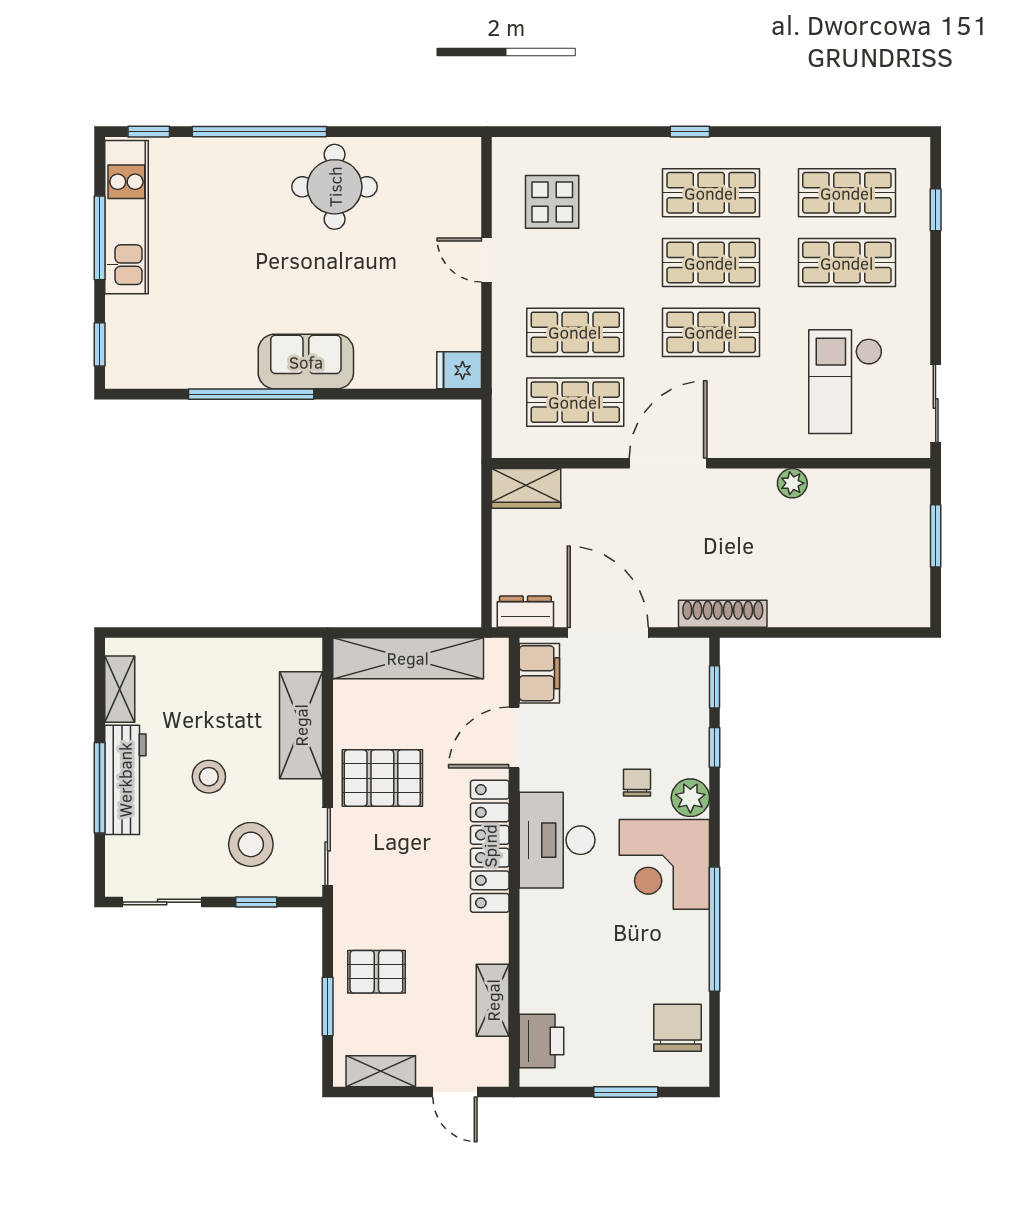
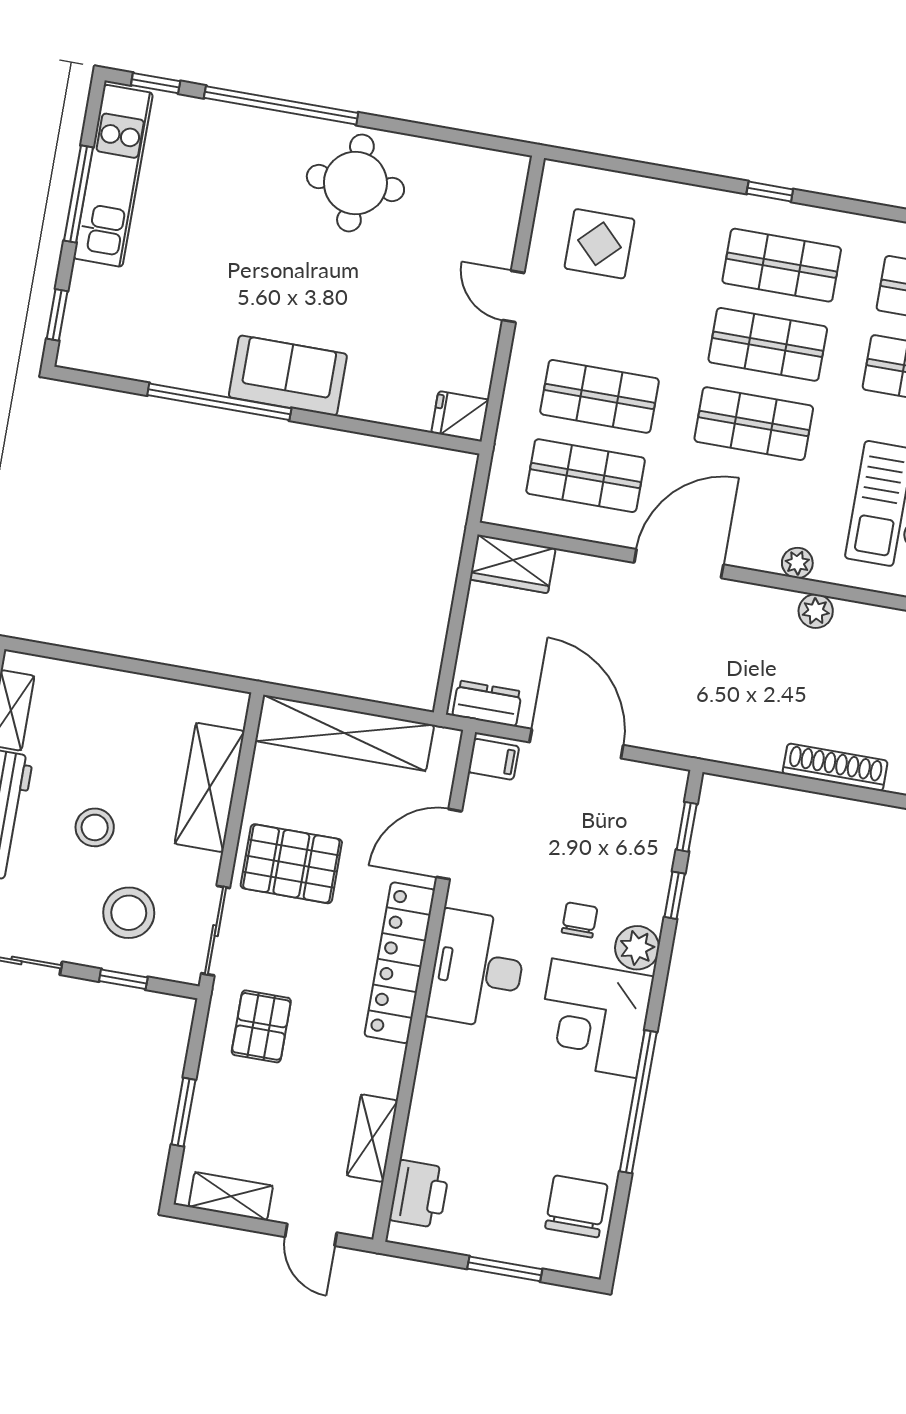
plant: (769, 445) -> (797, 563), added
shoe rack: (723, 614) -> (835, 767), moved
filing cabinet: (539, 673) -> (494, 759), width x0.50
pallet: (376, 972) -> (261, 1026), moved, turned 90

